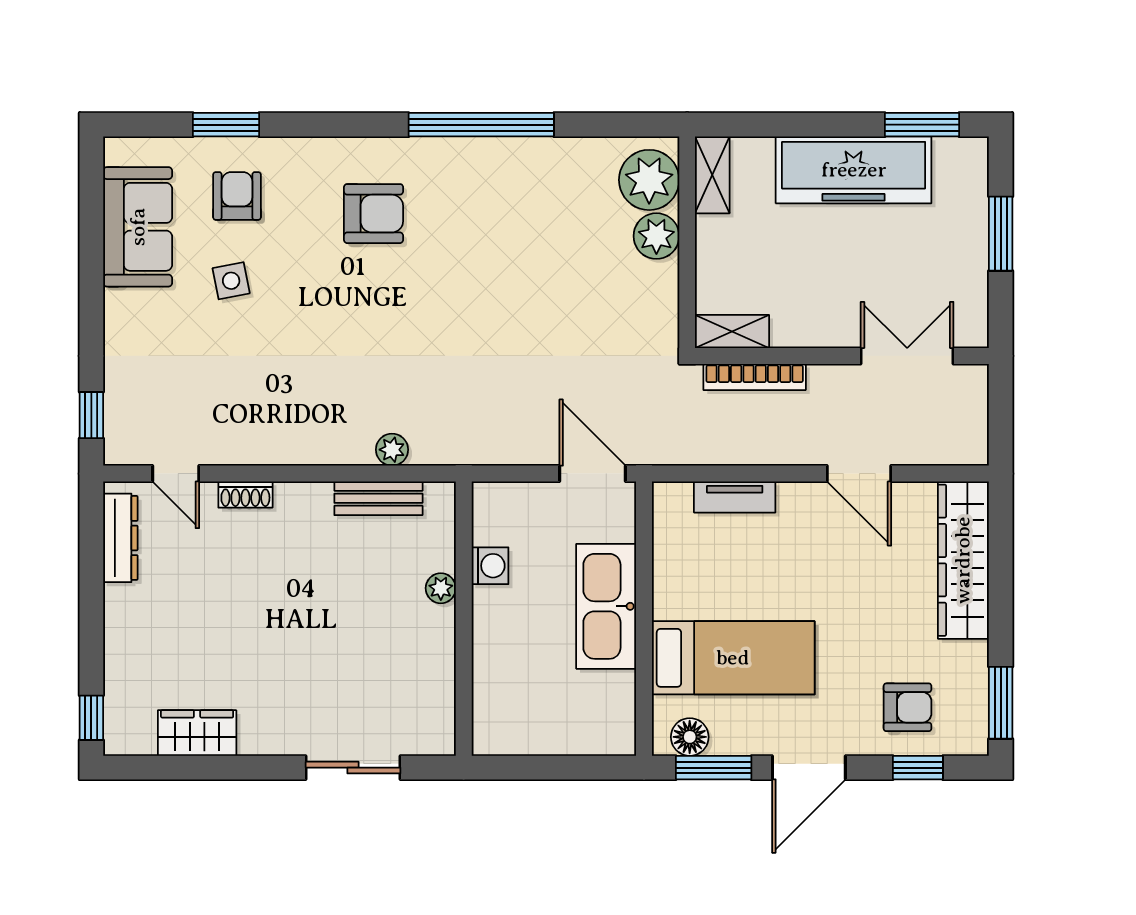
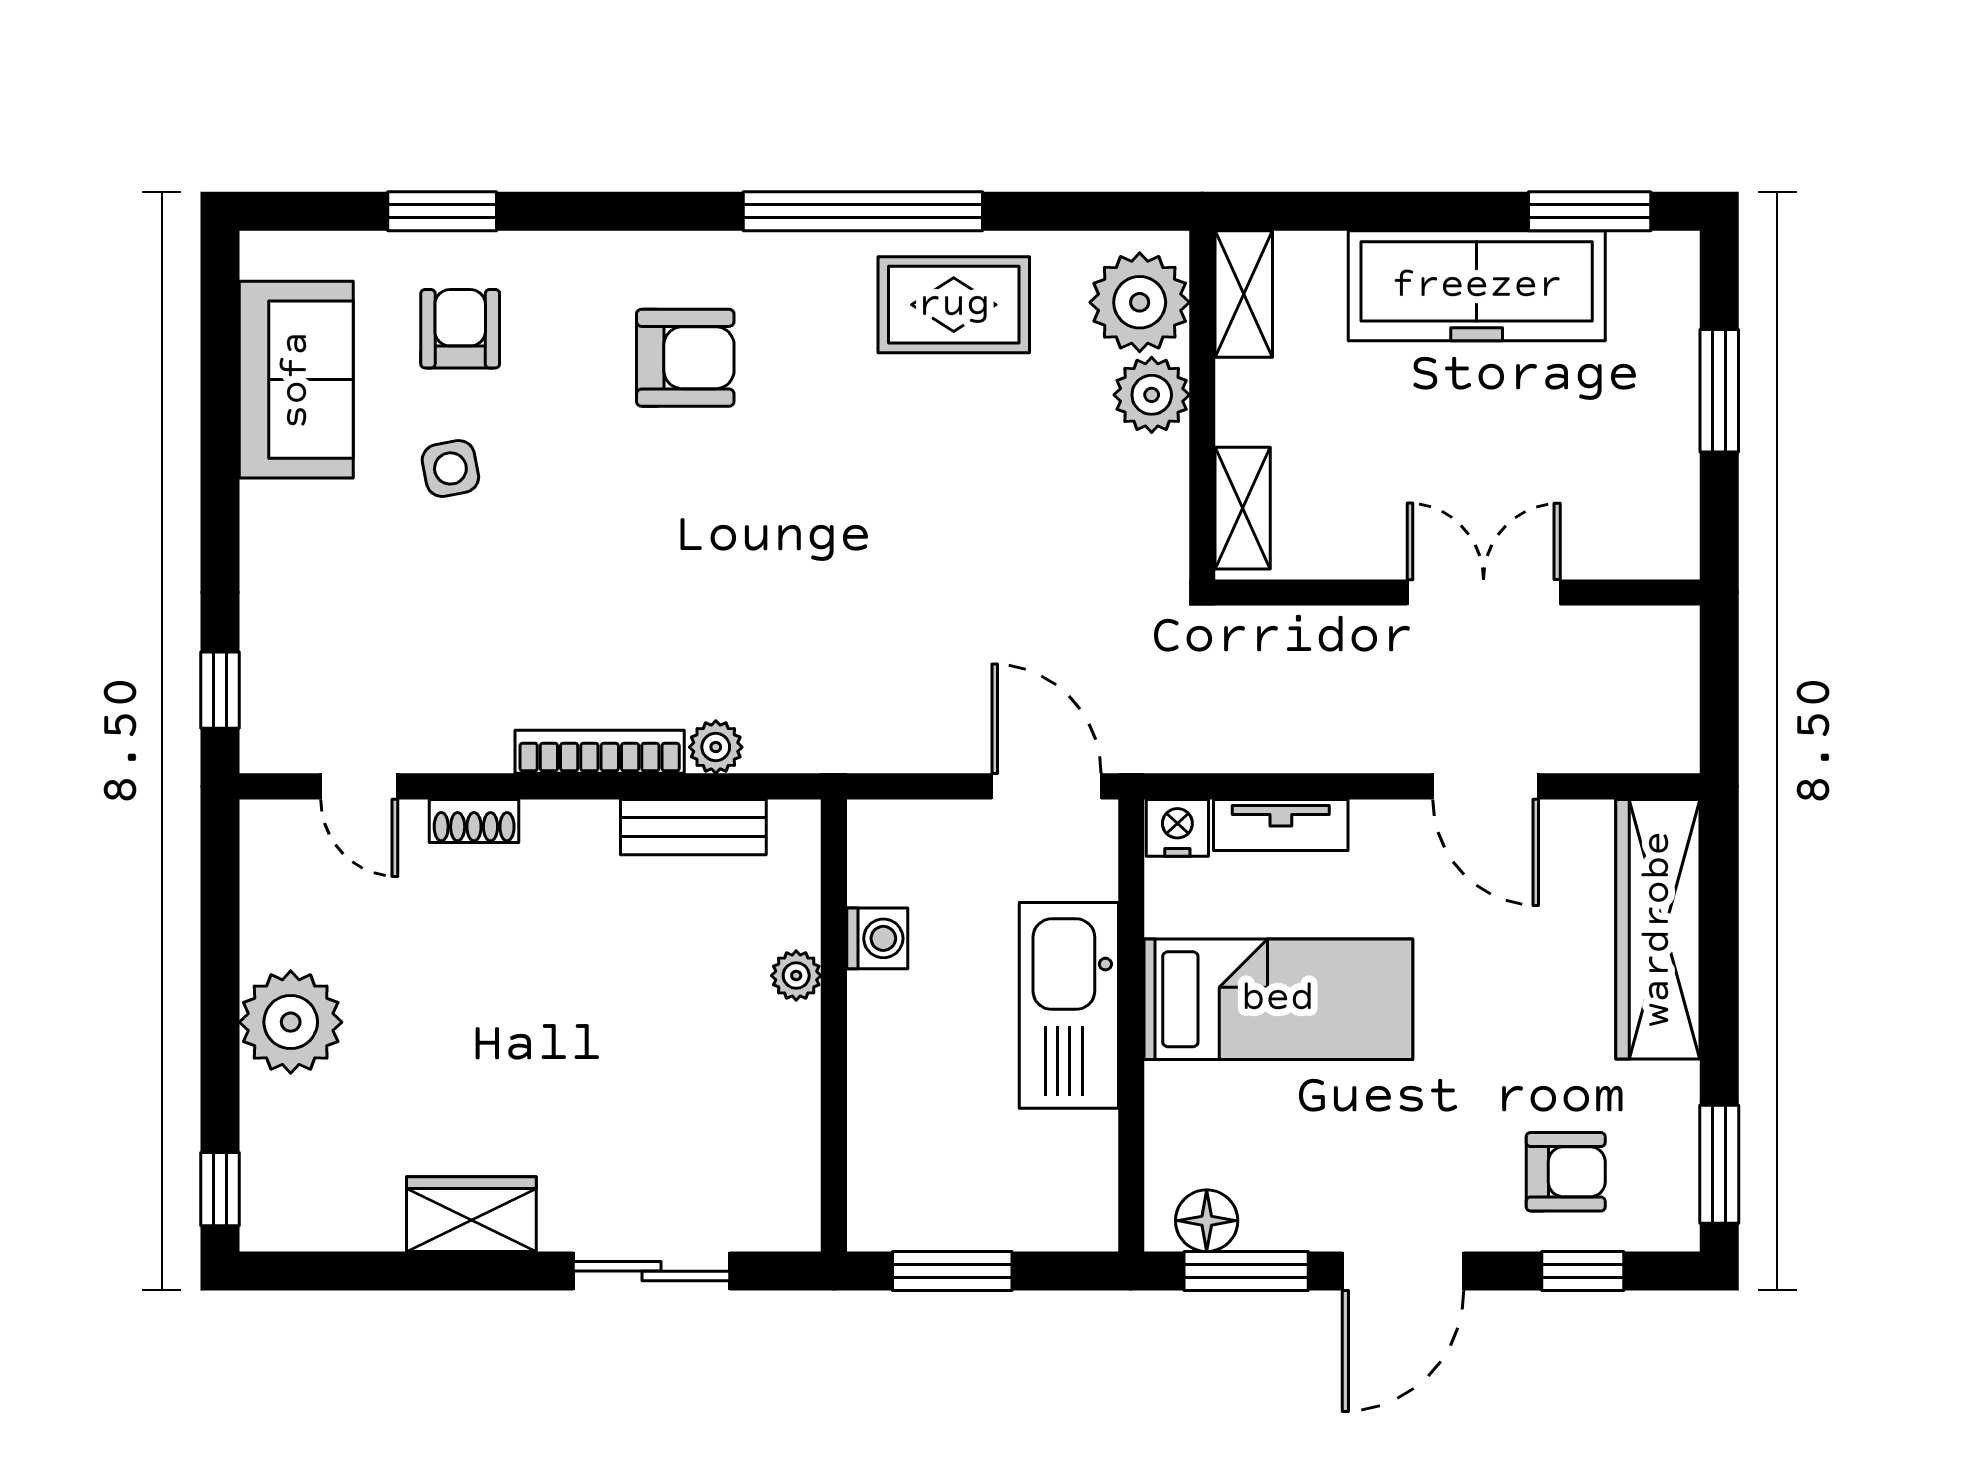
rug: (536, 181) -> (954, 305), added
shelving: (732, 331) -> (1243, 508), moved, turned 90
double door: (907, 356) -> (1484, 593), moved
bookcase: (755, 377) -> (600, 752), moved, turned 180
nightstand: (672, 499) -> (1177, 828), added
dresser: (120, 538) -> (268, 893), removed
plant: (134, 616) -> (291, 1022), added
bed: (733, 658) -> (1278, 999), moved
wardrobe: (197, 733) -> (471, 1214), moved
window: (535, 768) -> (952, 1271), added

